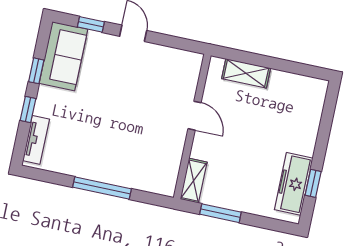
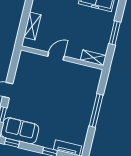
window: (36, 71) -> (12, 143), moved
window: (220, 213) -> (115, 33), moved

